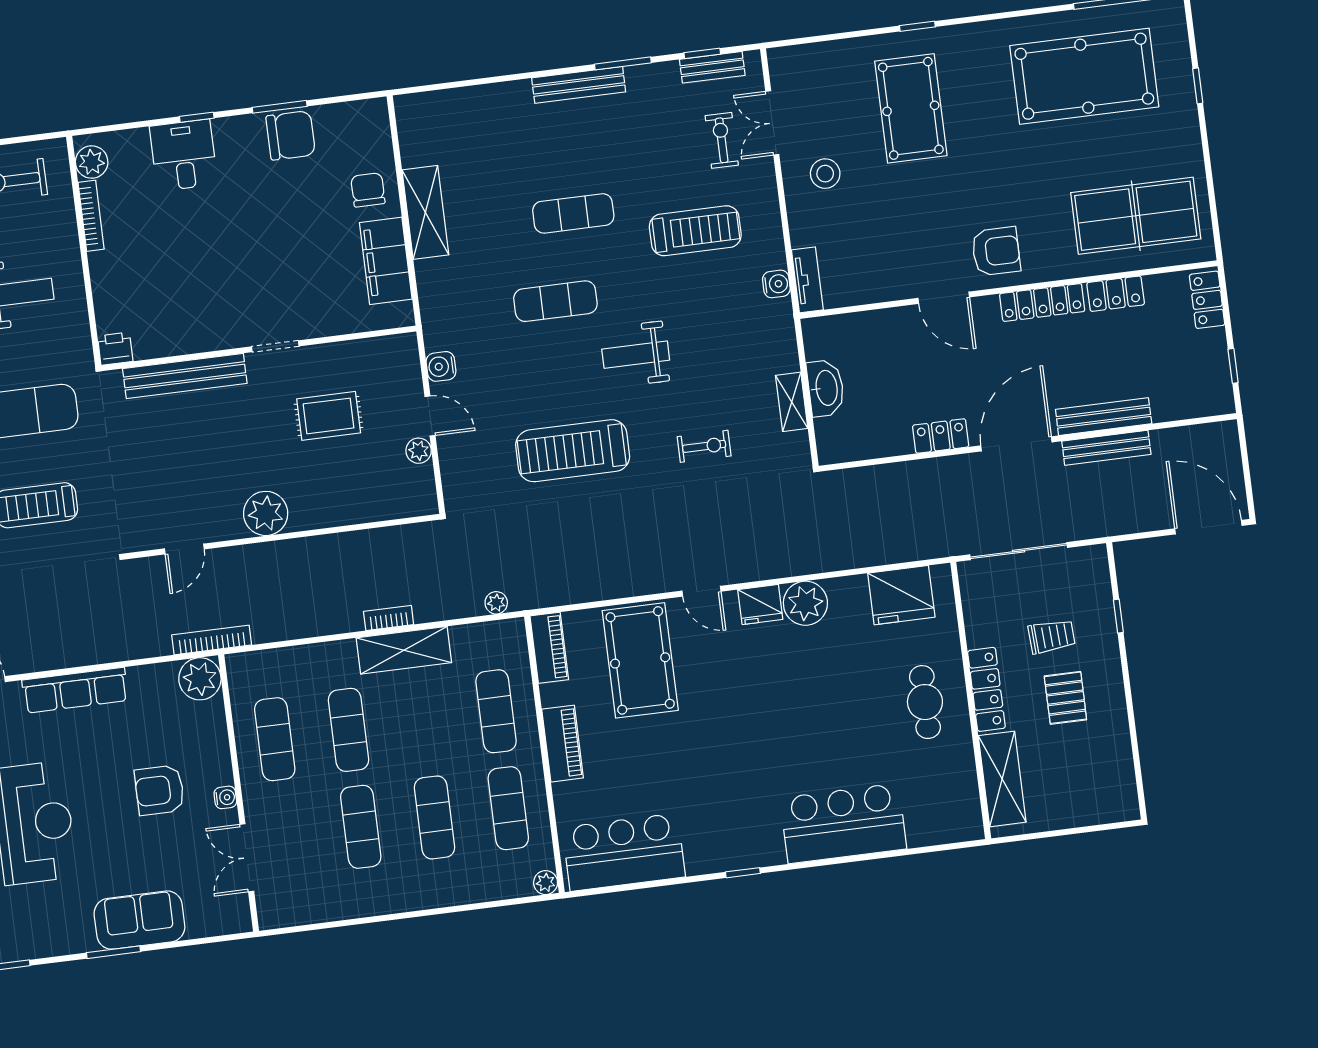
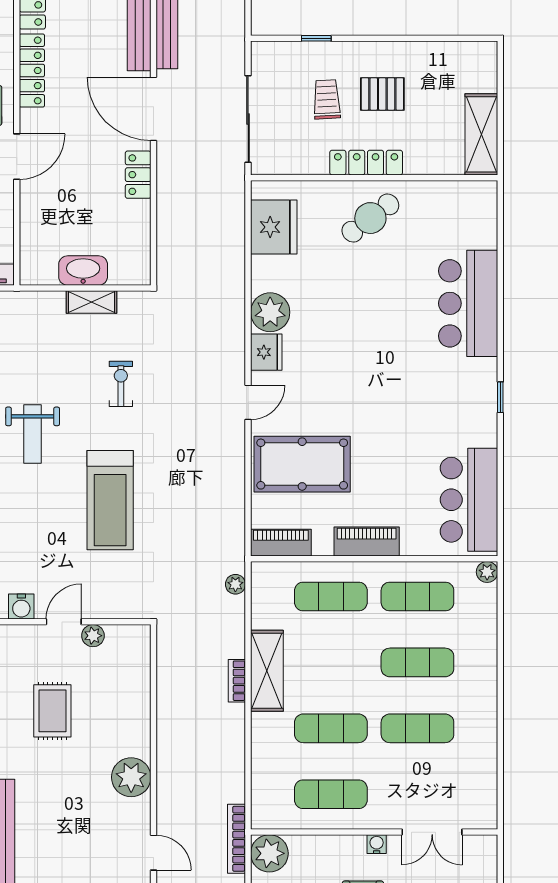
cafe table: (925, 702) -> (370, 218), turned -37
shelving: (1002, 779) -> (481, 134), moved, turned 90

